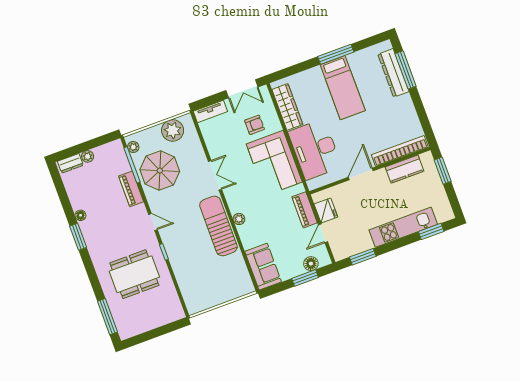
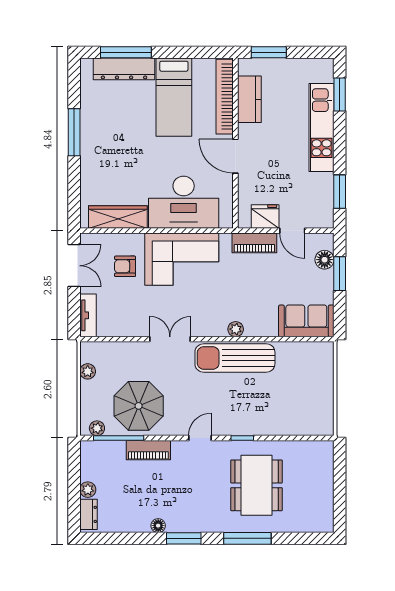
bed: (343, 88) -> (174, 97), moved, turned 90
armchair: (255, 125) -> (125, 266), turned -90
plant: (173, 130) -> (88, 371), width x0.53, depth x0.53
window: (107, 317) -> (247, 538), moved

